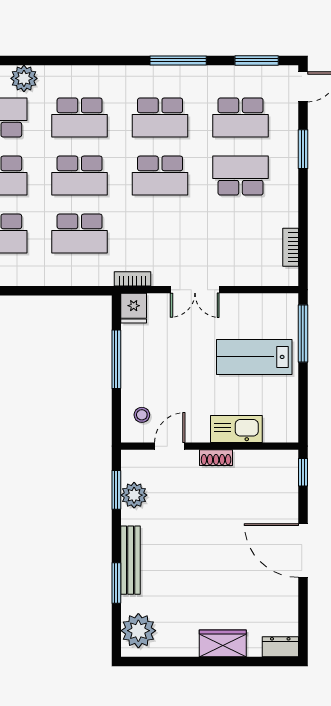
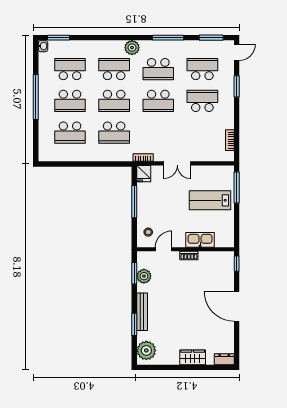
plant: (24, 78) -> (132, 48), moved
school desk: (80, 118) -> (114, 69), turned 180
school desk: (241, 118) -> (202, 69), turned 180

